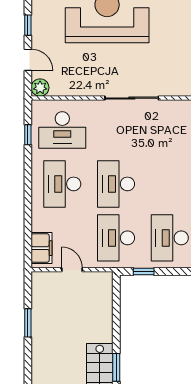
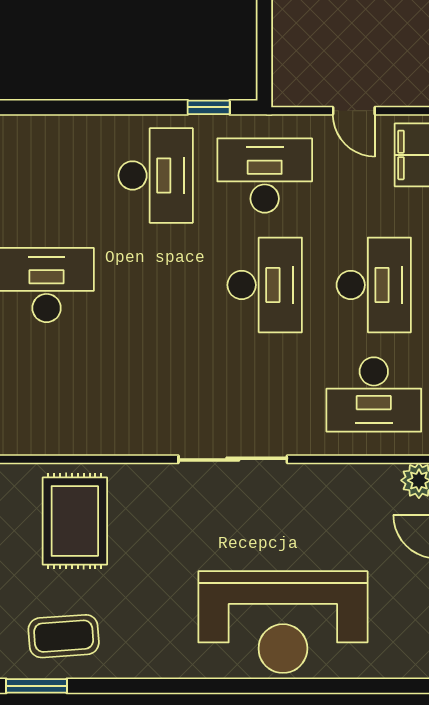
desk: (62, 130) -> (374, 394), turned 180
desk: (116, 238) -> (265, 175), turned -90

